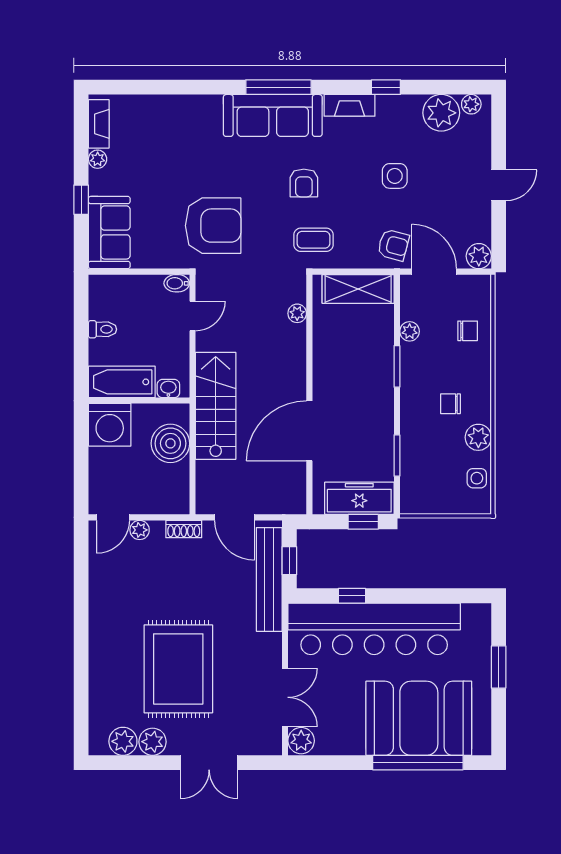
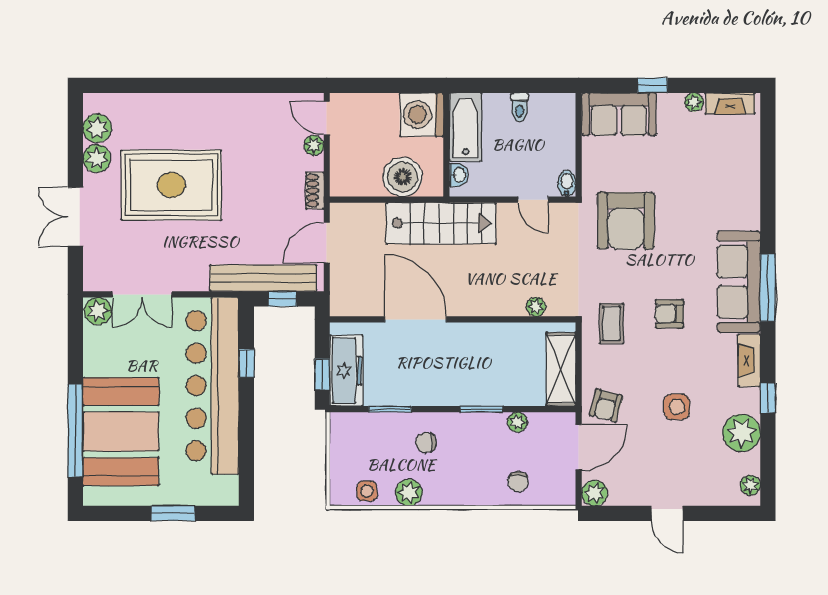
plant: (441, 113) -> (742, 433), moved
chair: (450, 404) -> (426, 442), moved, turned -90

